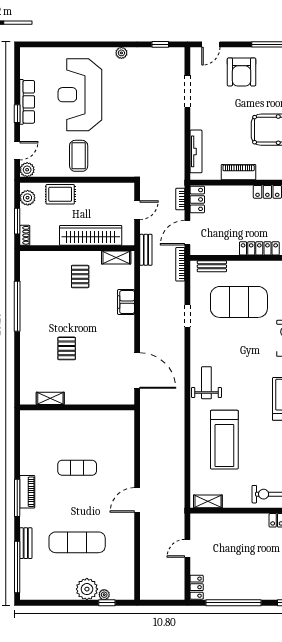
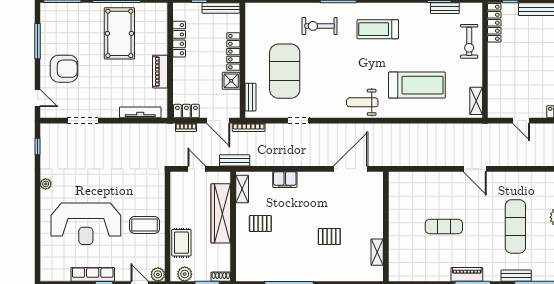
shower: (229, 246) -> (231, 81), added
exercise mat: (77, 468) -> (444, 226), turned 90

